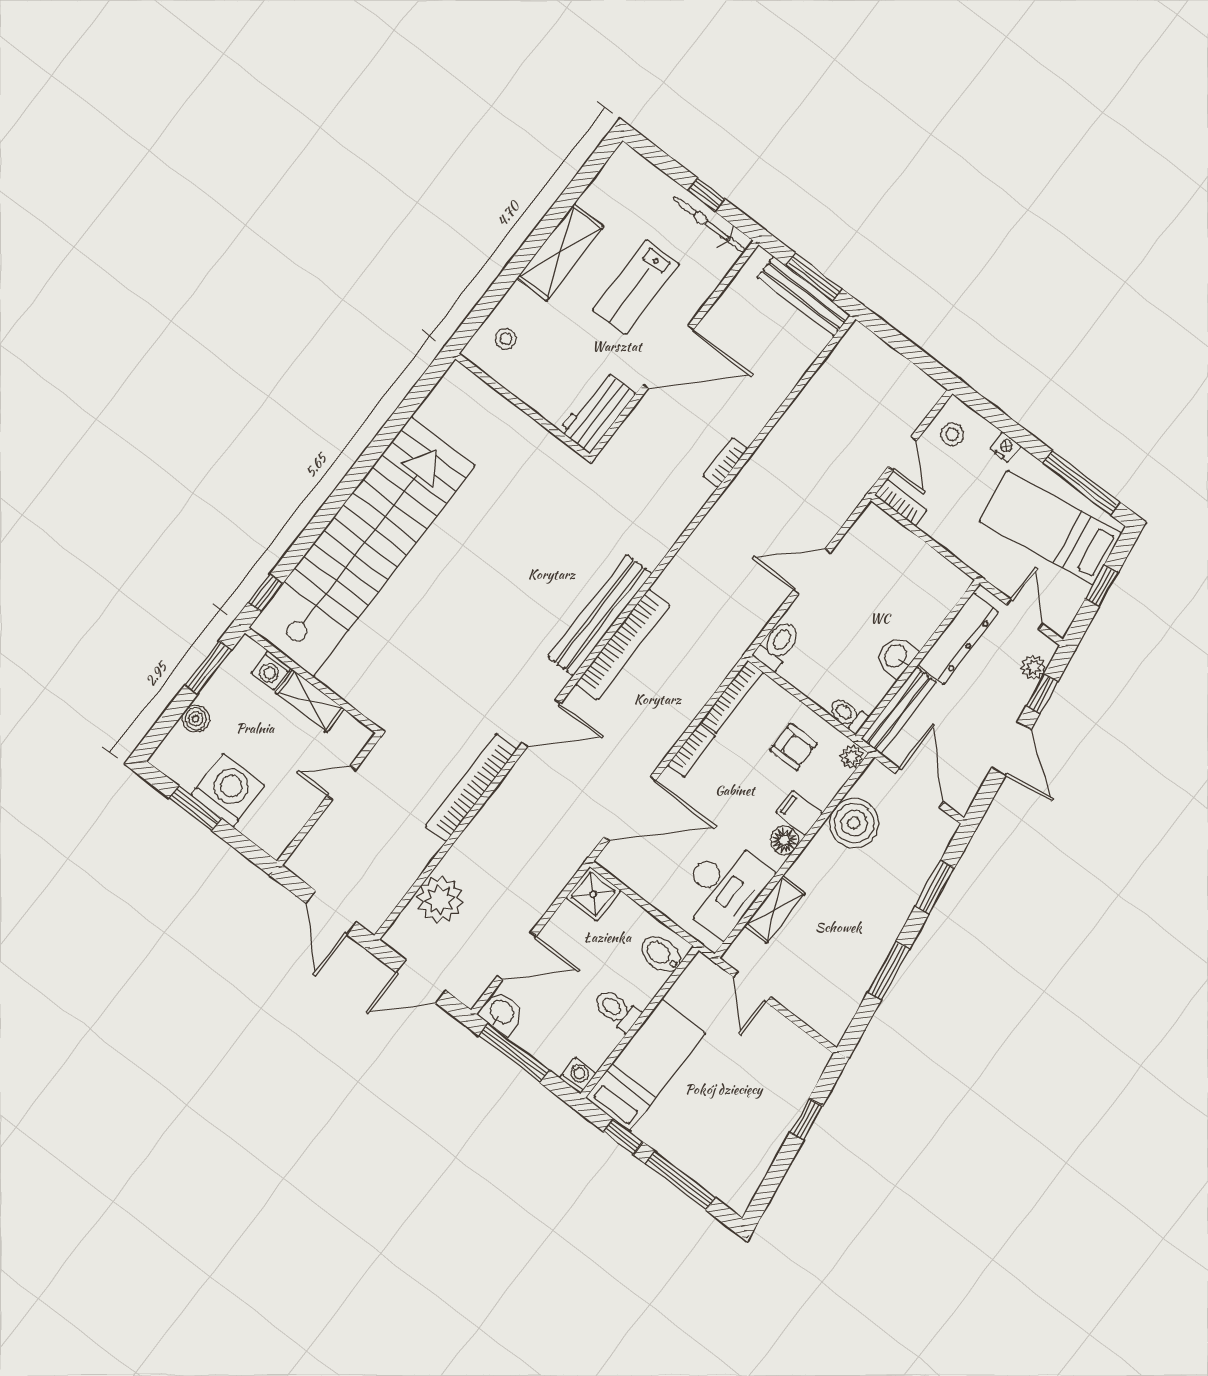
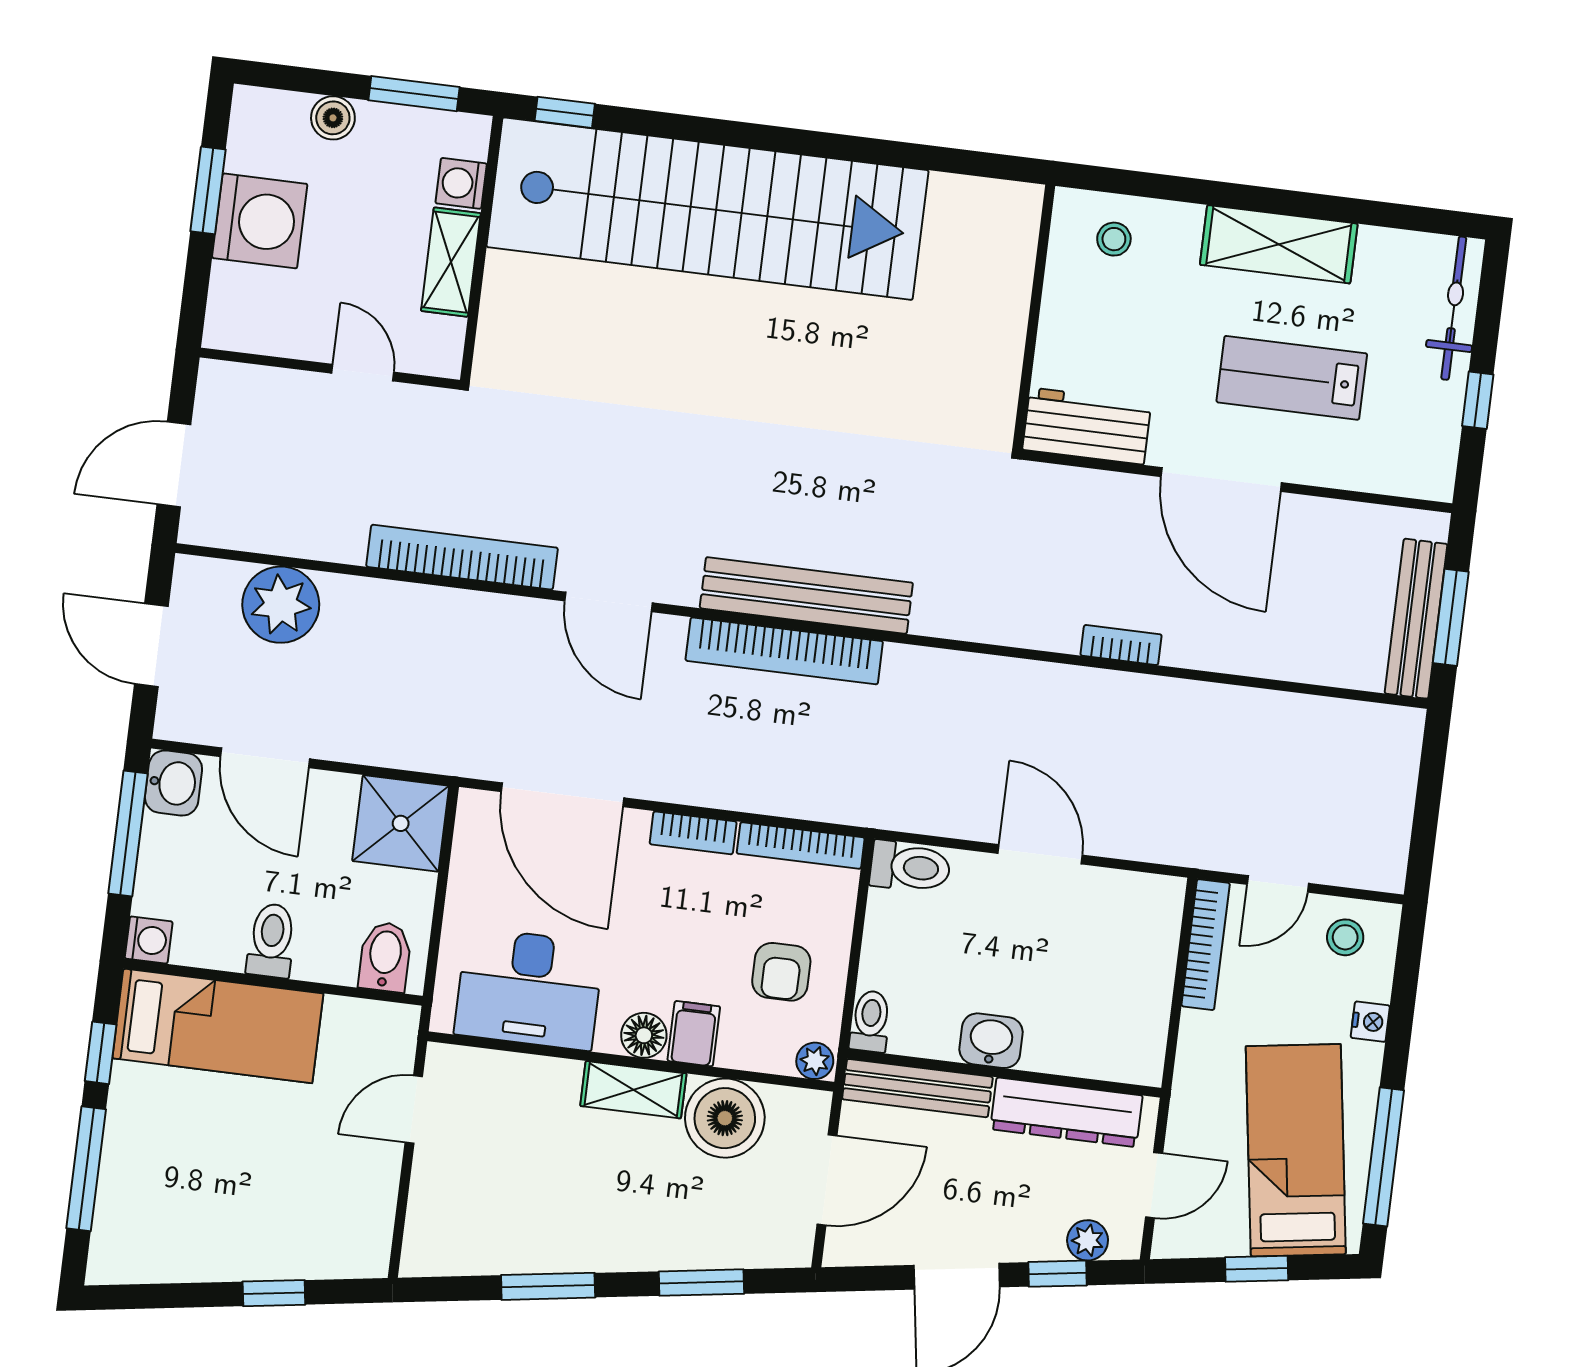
bicycle: (709, 225) -> (1454, 308), moved
bookcase: (901, 503) -> (1206, 945), width x1.56
shower: (593, 894) -> (401, 823), width x1.36, depth x1.36
shelving: (775, 909) -> (633, 1090), moved

